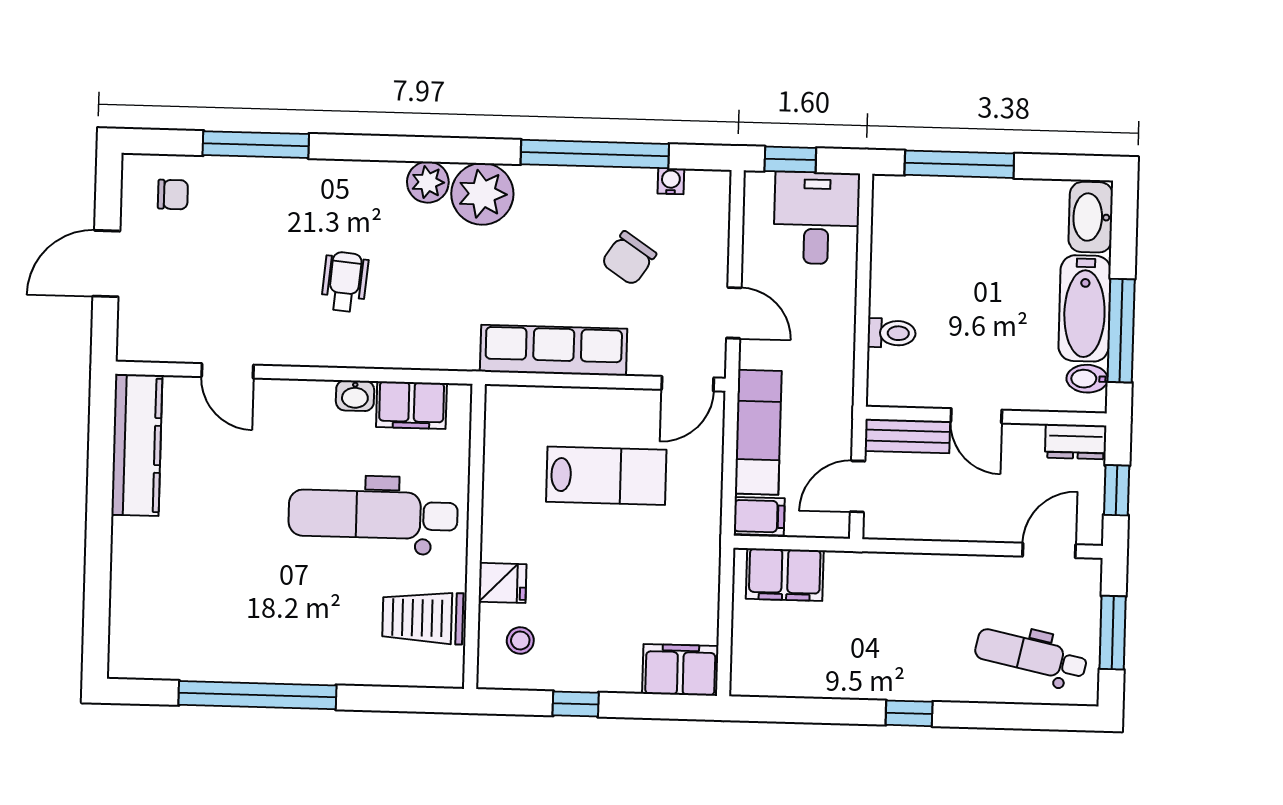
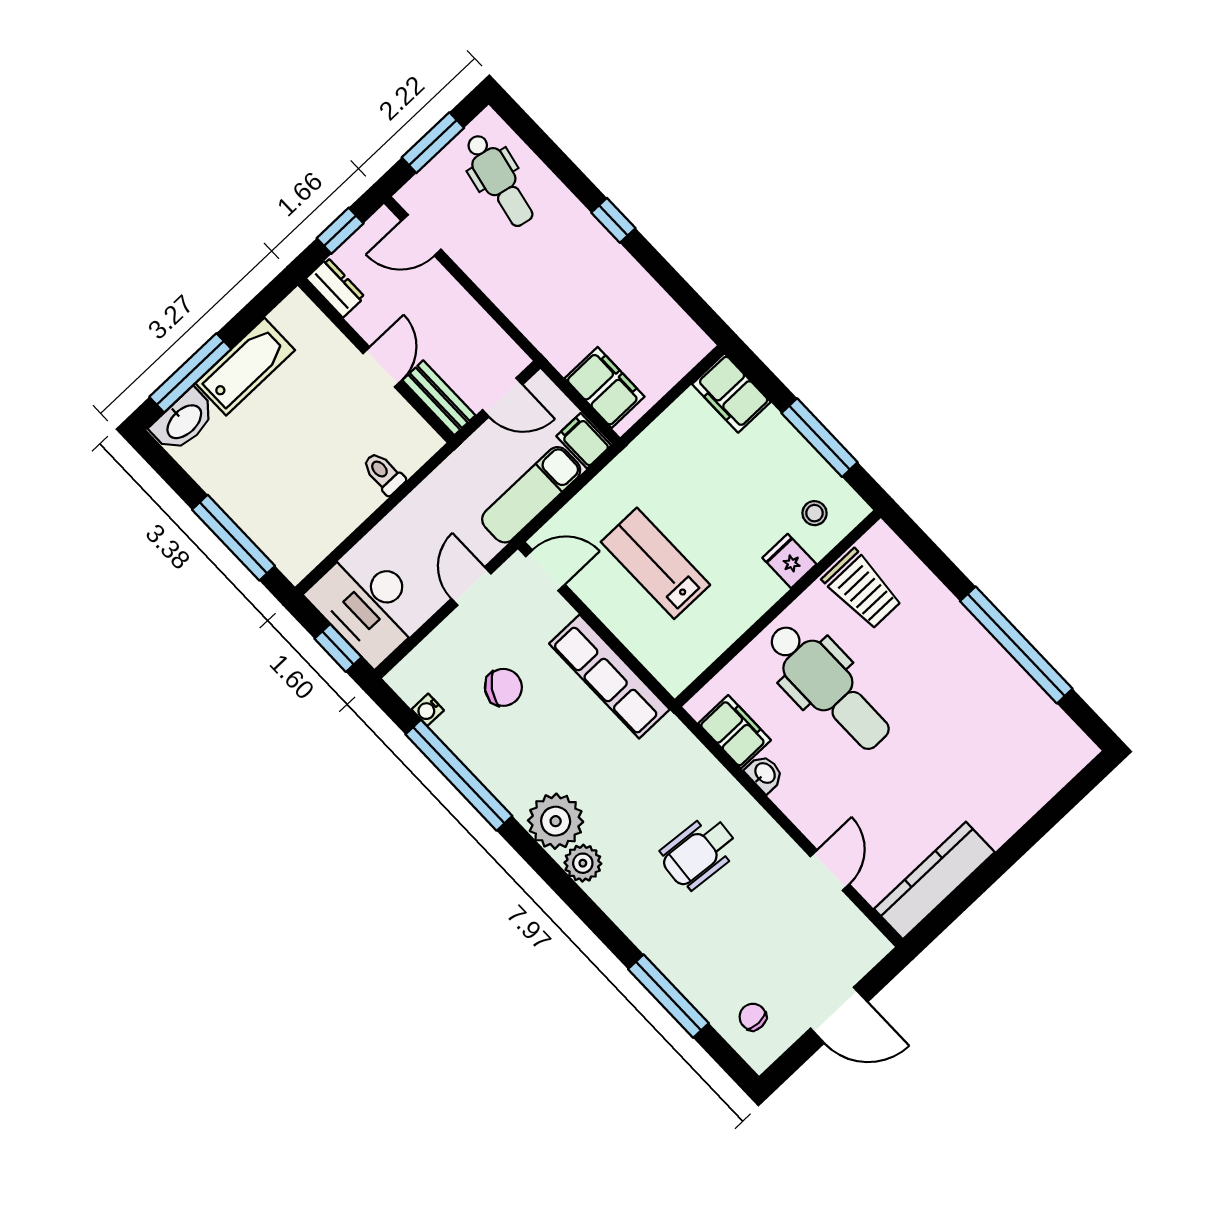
desk: (817, 218) -> (368, 604), width x1.37
wheelchair: (345, 282) -> (699, 852), width x1.36, depth x1.37
window: (1121, 331) -> (190, 373), moved
bidet: (1087, 379) -> (288, 320), removed
window: (576, 704) -> (820, 438), width x2.17

